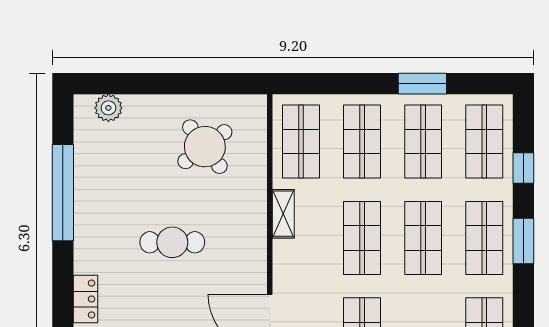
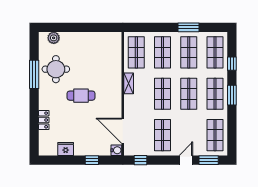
round table: (205, 147) -> (56, 69), moved, turned 37
window: (63, 193) -> (34, 74), width x0.68

